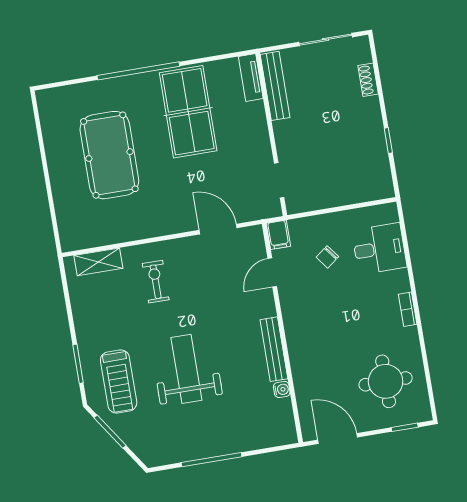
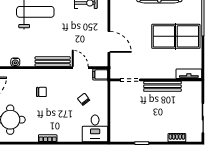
bench: (275, 86) -> (162, 86), moved
door: (218, 229) -> (109, 42), hinge flipped
desk: (379, 249) -> (95, 128), moved
chair: (327, 334) -> (41, 92), added
bench: (274, 349) -> (53, 62), moved

